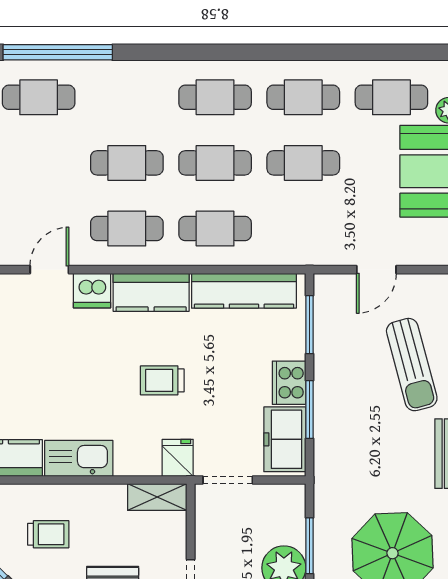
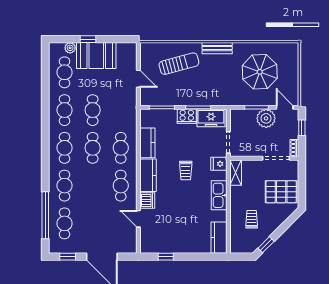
cafe table: (127, 163) -> (65, 186), moved
kitchen counter: (244, 291) -> (147, 143), width x0.67
kitchen sink: (79, 458) -> (219, 195), moved

